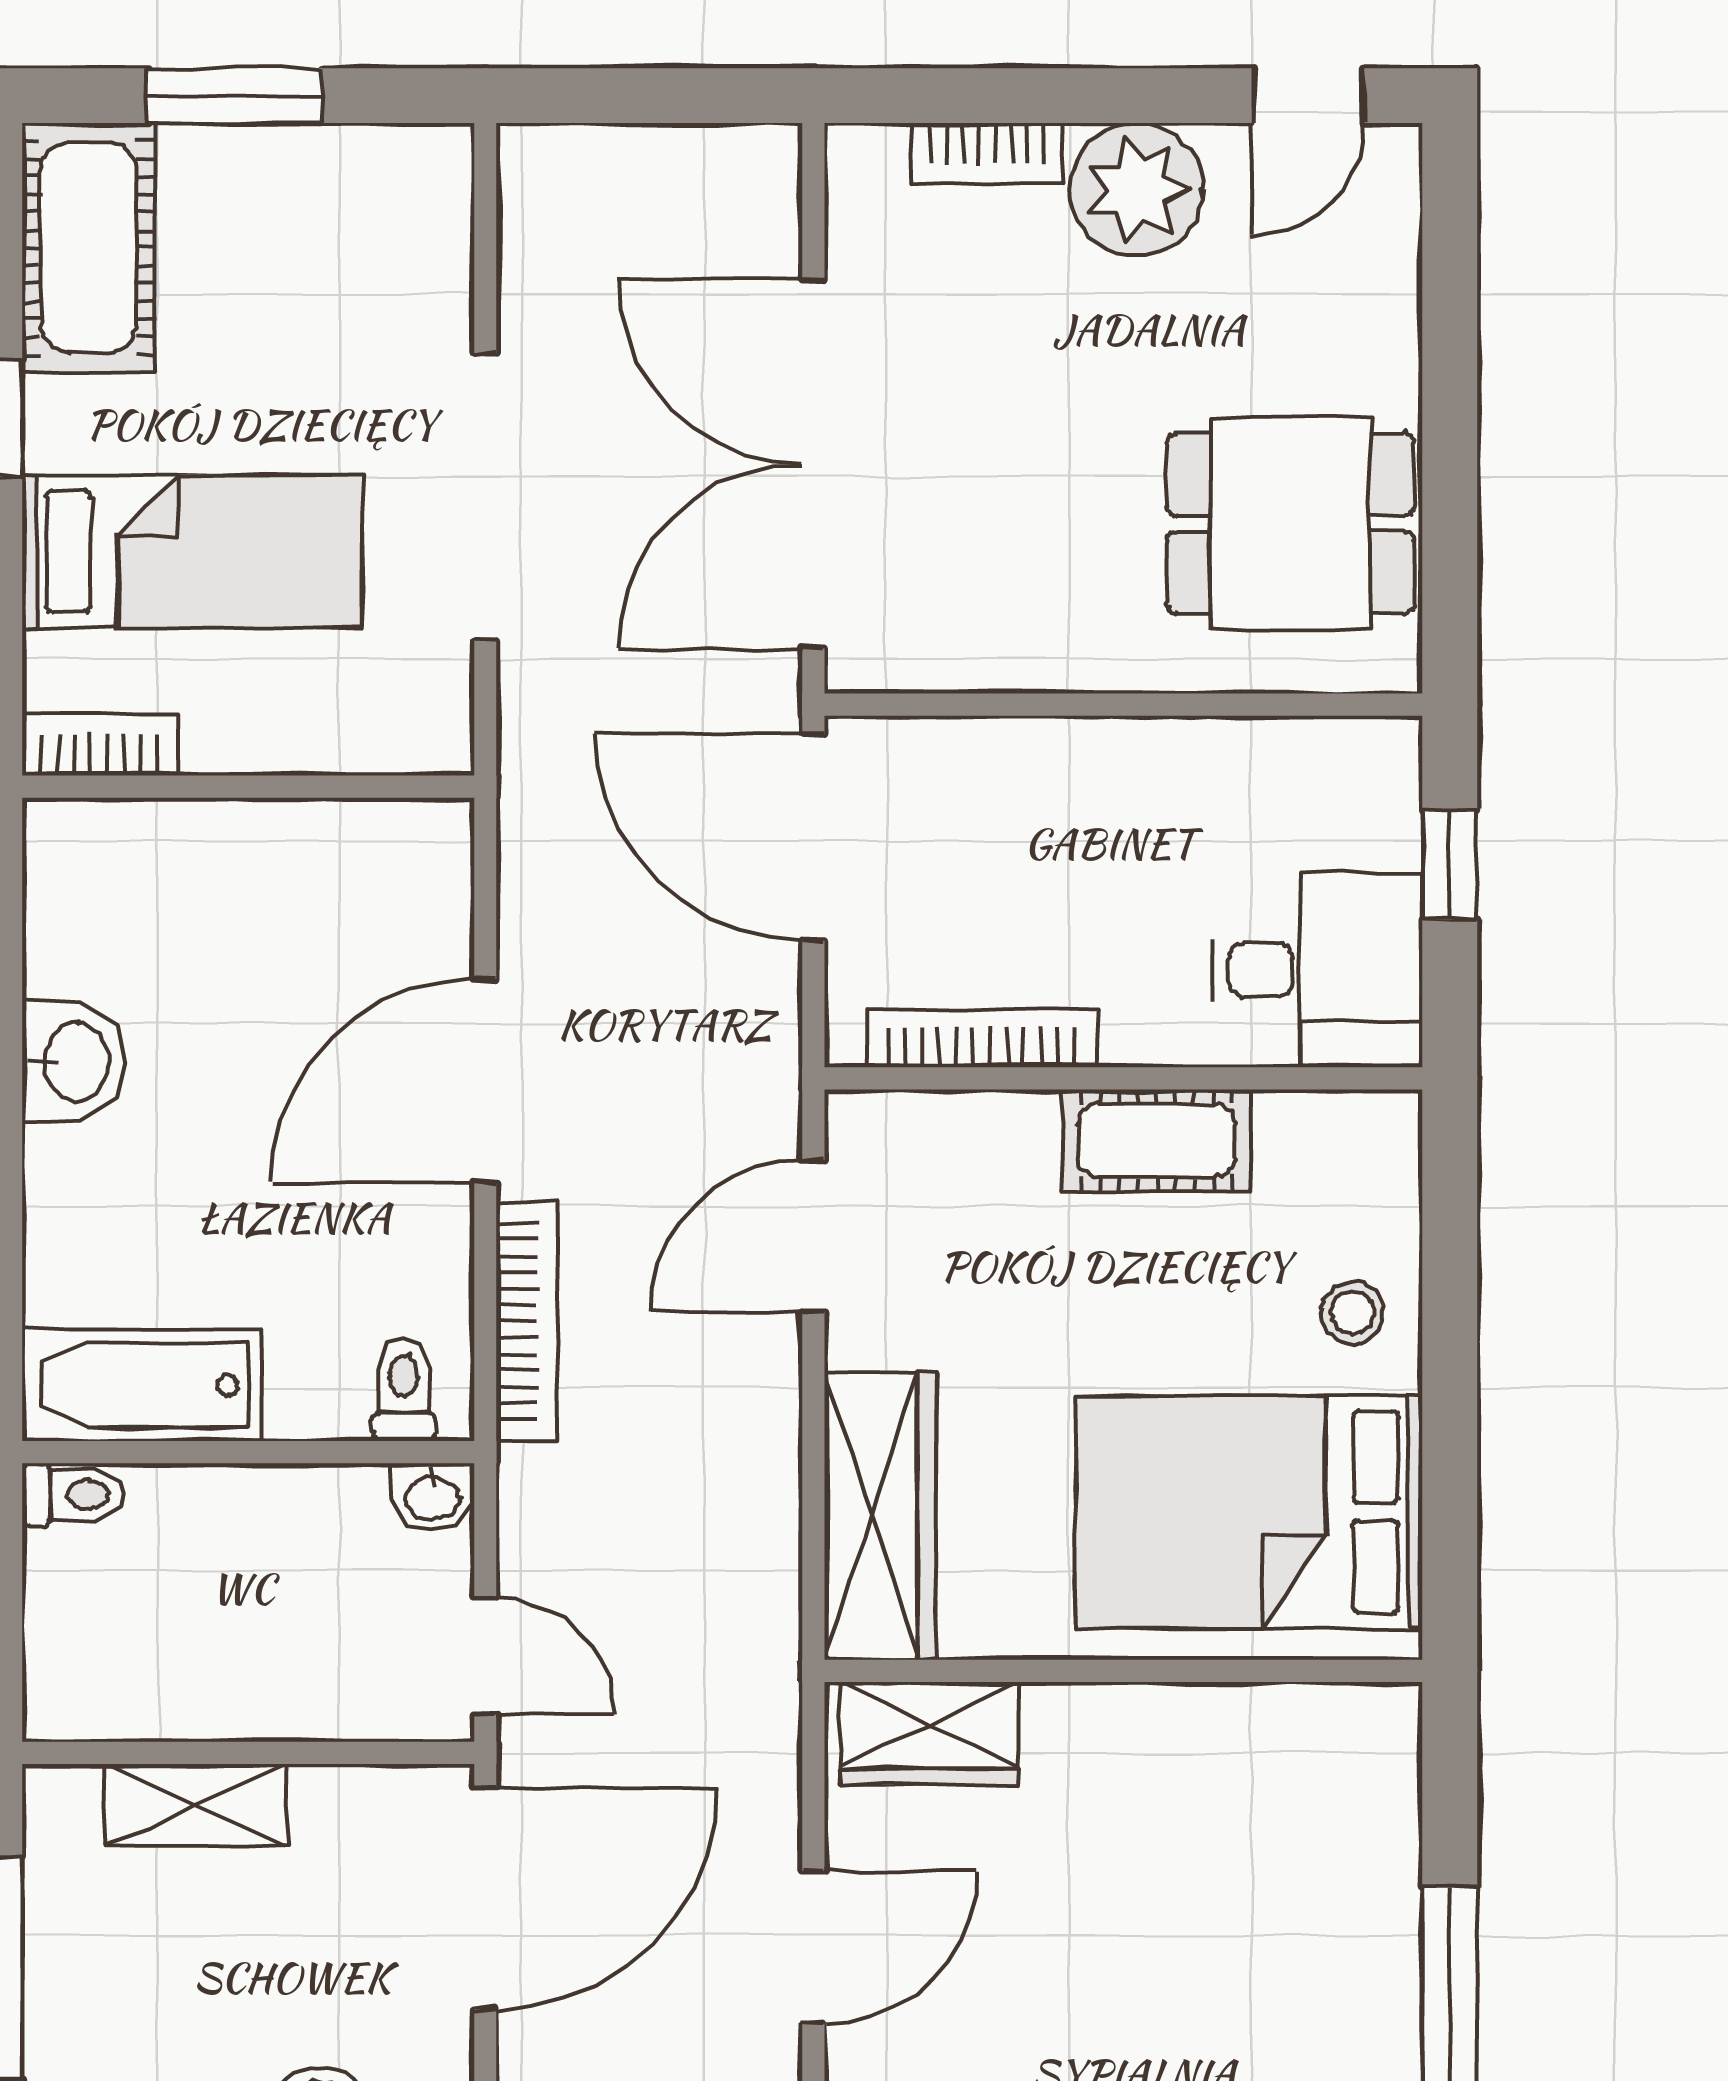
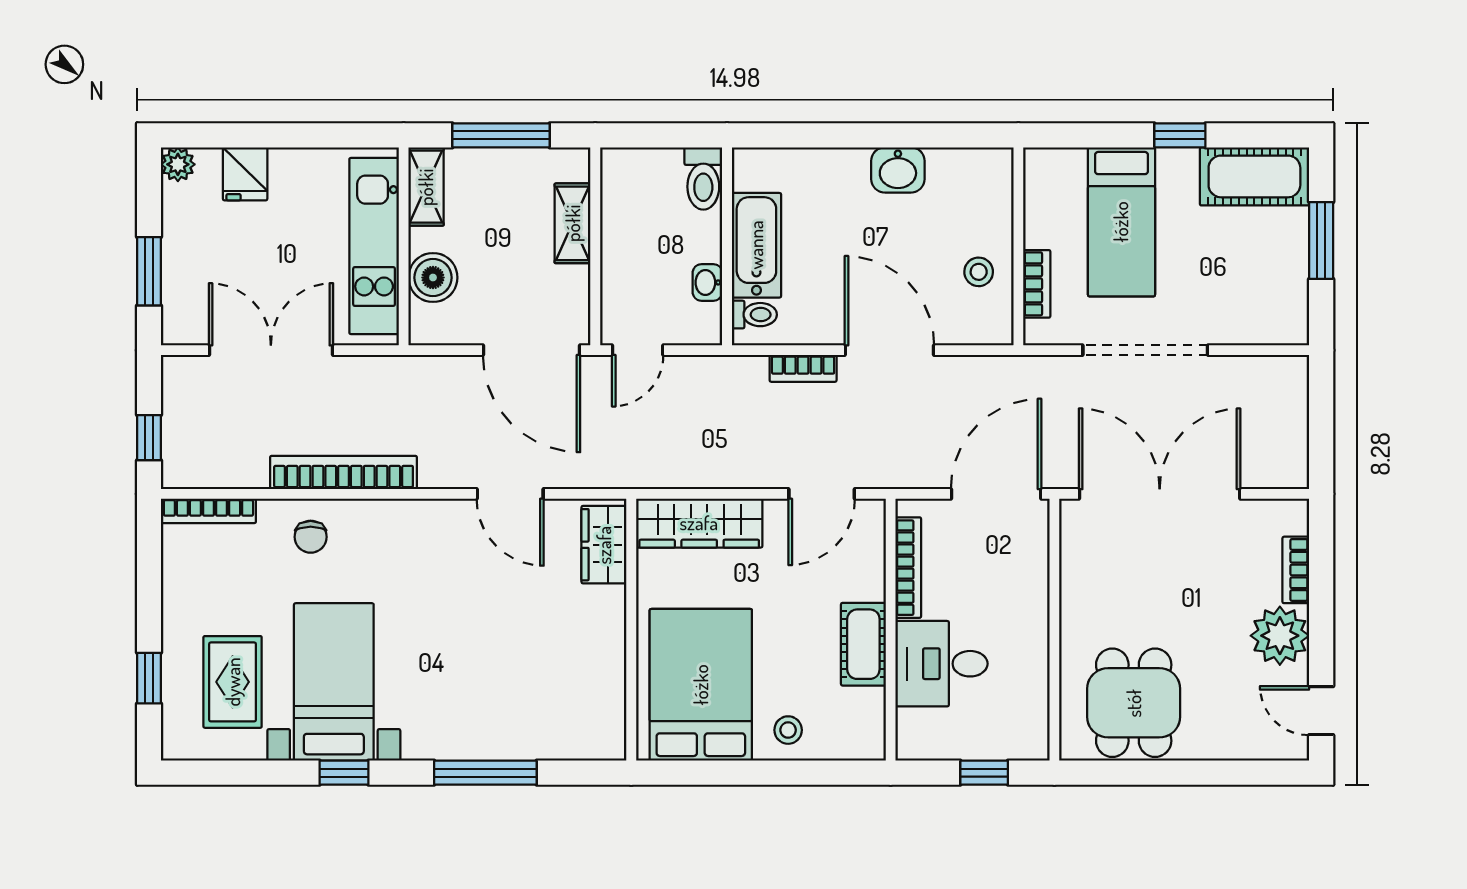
bookcase: (99, 745) -> (1037, 284), moved
stool: (306, 877) -> (979, 272), added
desk: (1317, 970) -> (942, 664), moved, turned 90
door: (813, 1236) -> (822, 494), swing flipped
bookcase: (527, 1321) -> (803, 368), width x0.64
bathtub: (141, 1385) -> (756, 245), moved
toilet: (73, 1494) -> (703, 179), width x1.37, depth x1.39
washbasin: (432, 1497) -> (707, 282), moved

